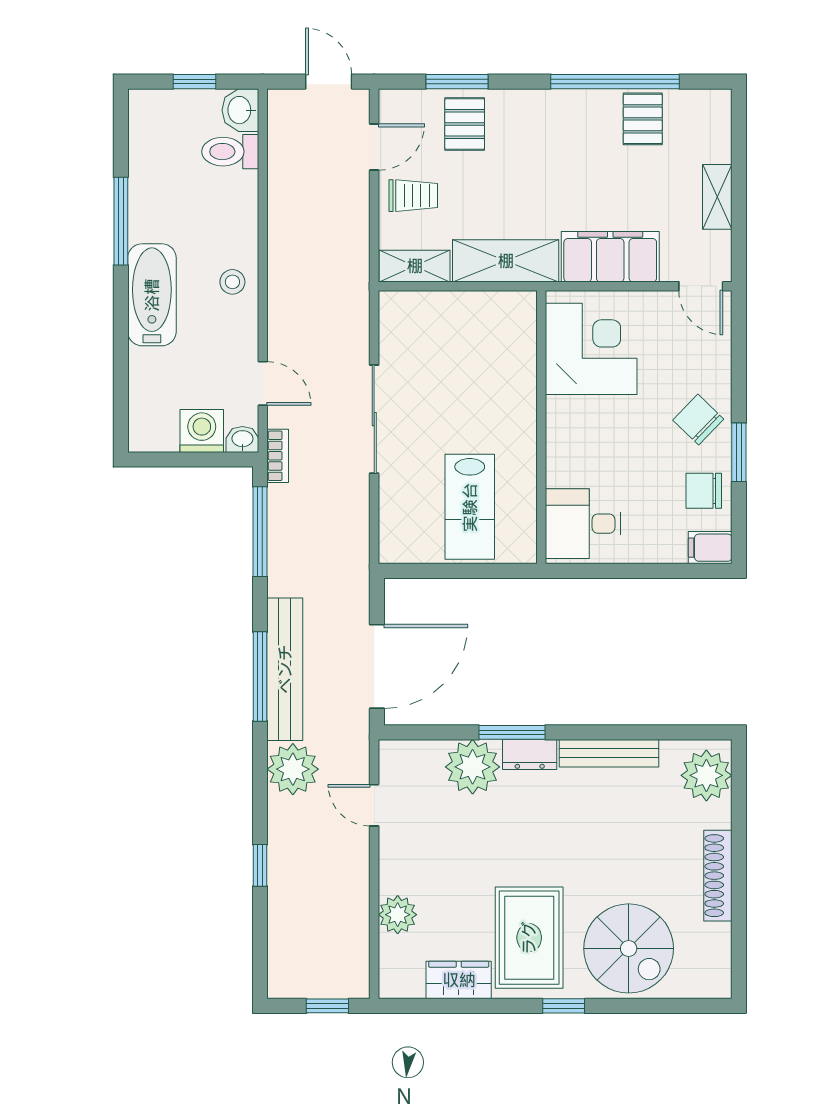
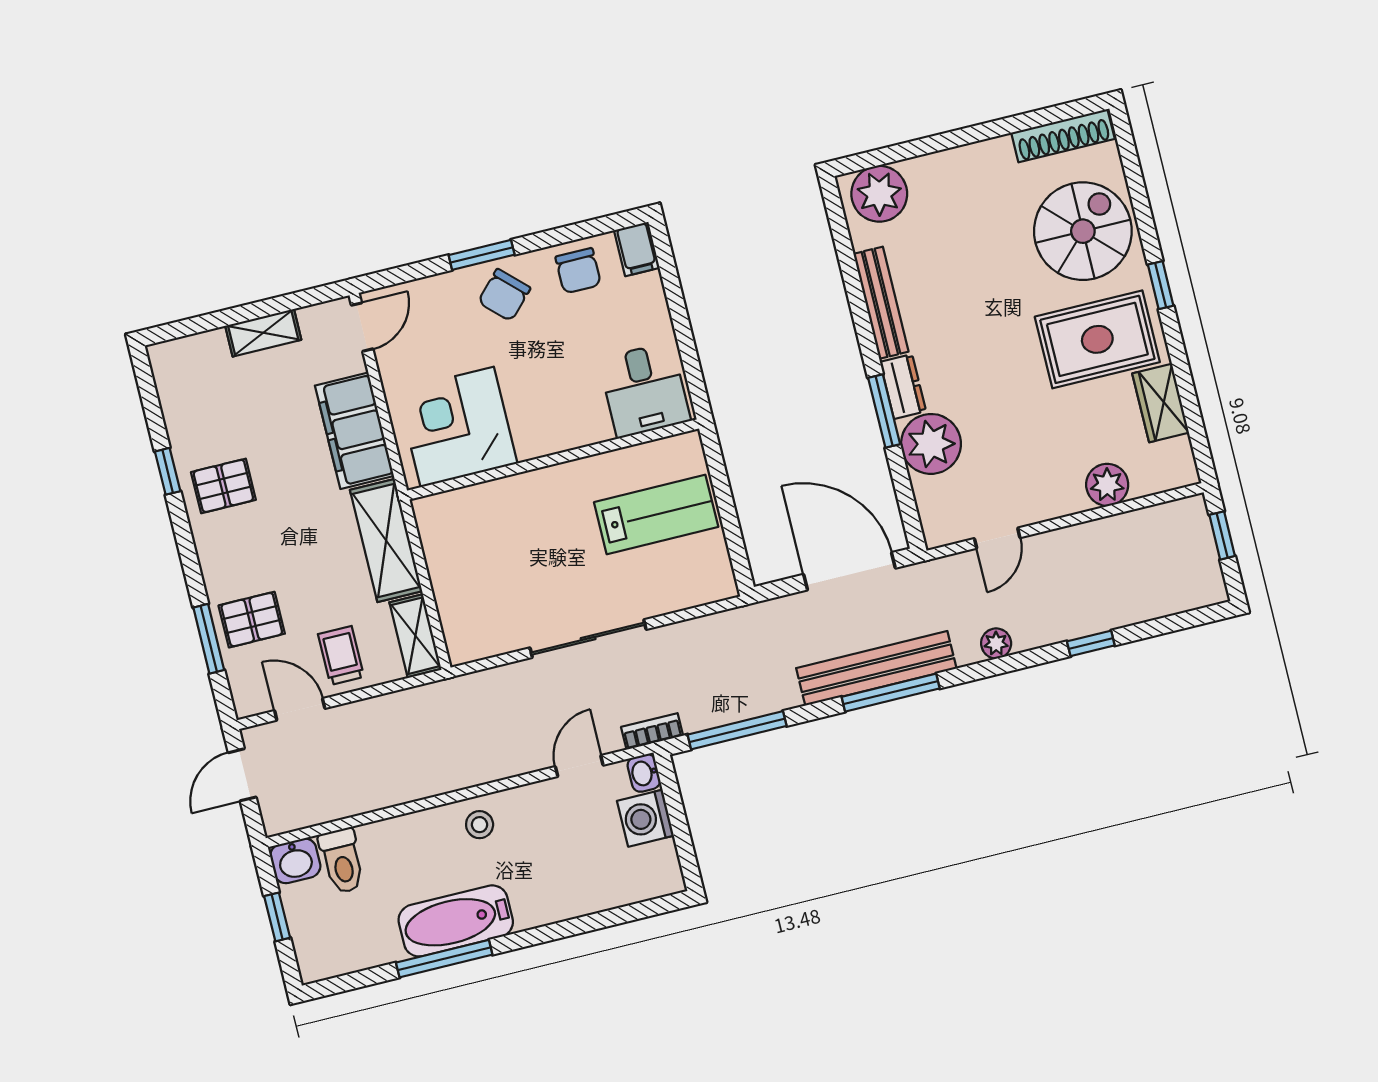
window: (615, 82) -> (168, 471), width x0.32
pallet: (643, 119) -> (223, 486), moved
bathtub: (152, 295) -> (456, 921), moved
window: (739, 452) -> (482, 255), moved
plant: (293, 769) -> (996, 643), width x0.53, depth x0.53
shoe rack: (718, 876) -> (1063, 136), moved

